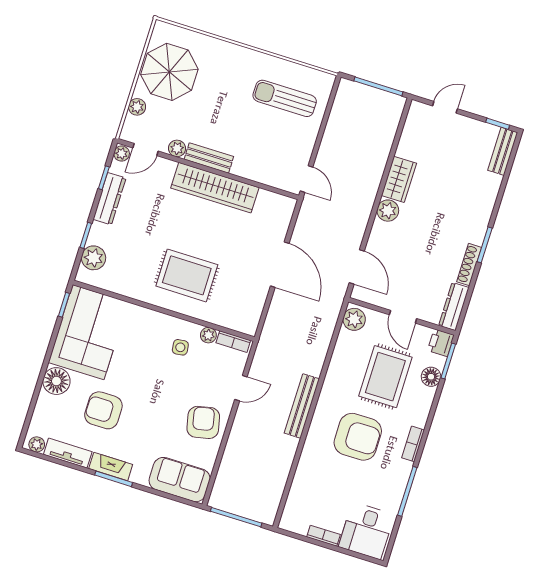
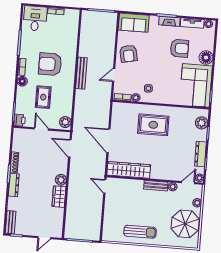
sun lounger: (285, 98) -> (140, 232), moved
wardrobe: (215, 188) -> (129, 170), moved
dresser: (454, 307) -> (14, 185), moved
rug: (385, 377) -> (43, 97), width x0.73, depth x0.70
floor lamp: (431, 377) -> (22, 81), moved

